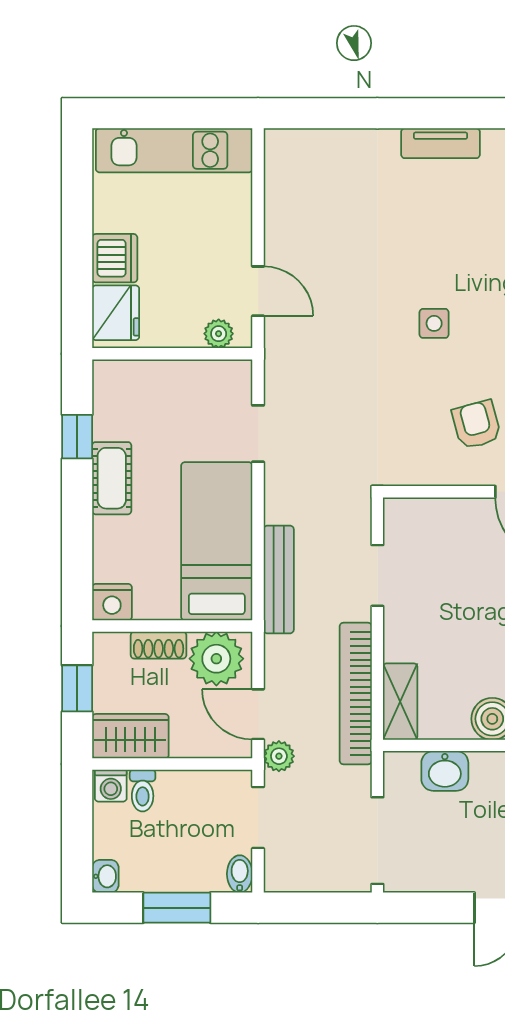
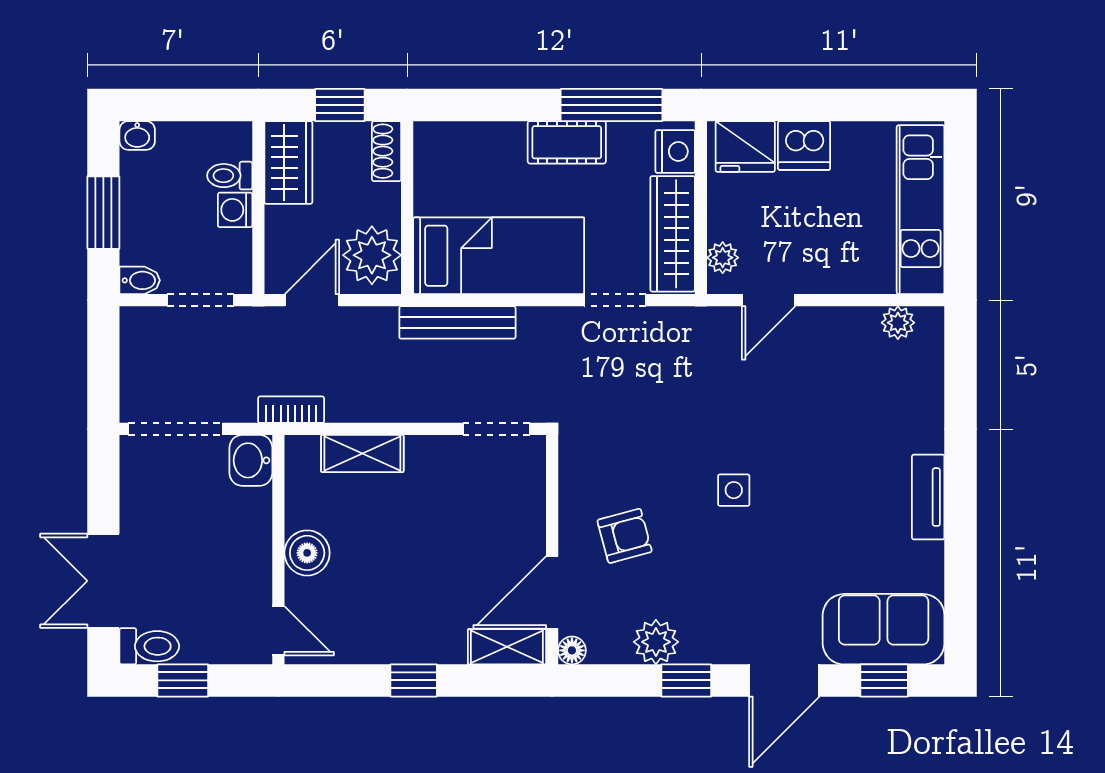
wardrobe: (197, 380) -> (673, 234), added
window: (77, 437) -> (611, 105), width x2.17
doorway: (377, 575) -> (496, 429), moved
nightstand: (112, 602) -> (675, 151), moved, turned 180
shoe rack: (159, 645) -> (387, 151), moved
bookcase: (356, 693) -> (291, 410), width x0.43, depth x0.76
shelving: (400, 702) -> (362, 454), moved
plant: (279, 756) -> (898, 323), moved
washbasin: (445, 771) -> (251, 460), moved
washing machine: (111, 786) -> (235, 210), moved

